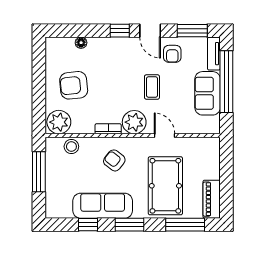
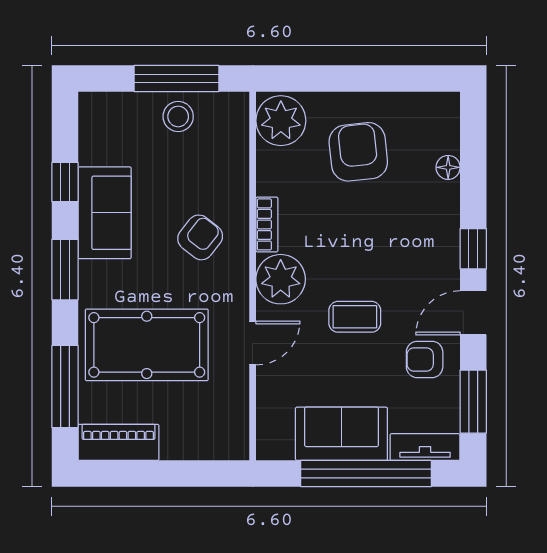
stool: (71, 147) -> (178, 116), moved
sofa: (103, 206) -> (105, 213), width x0.73

